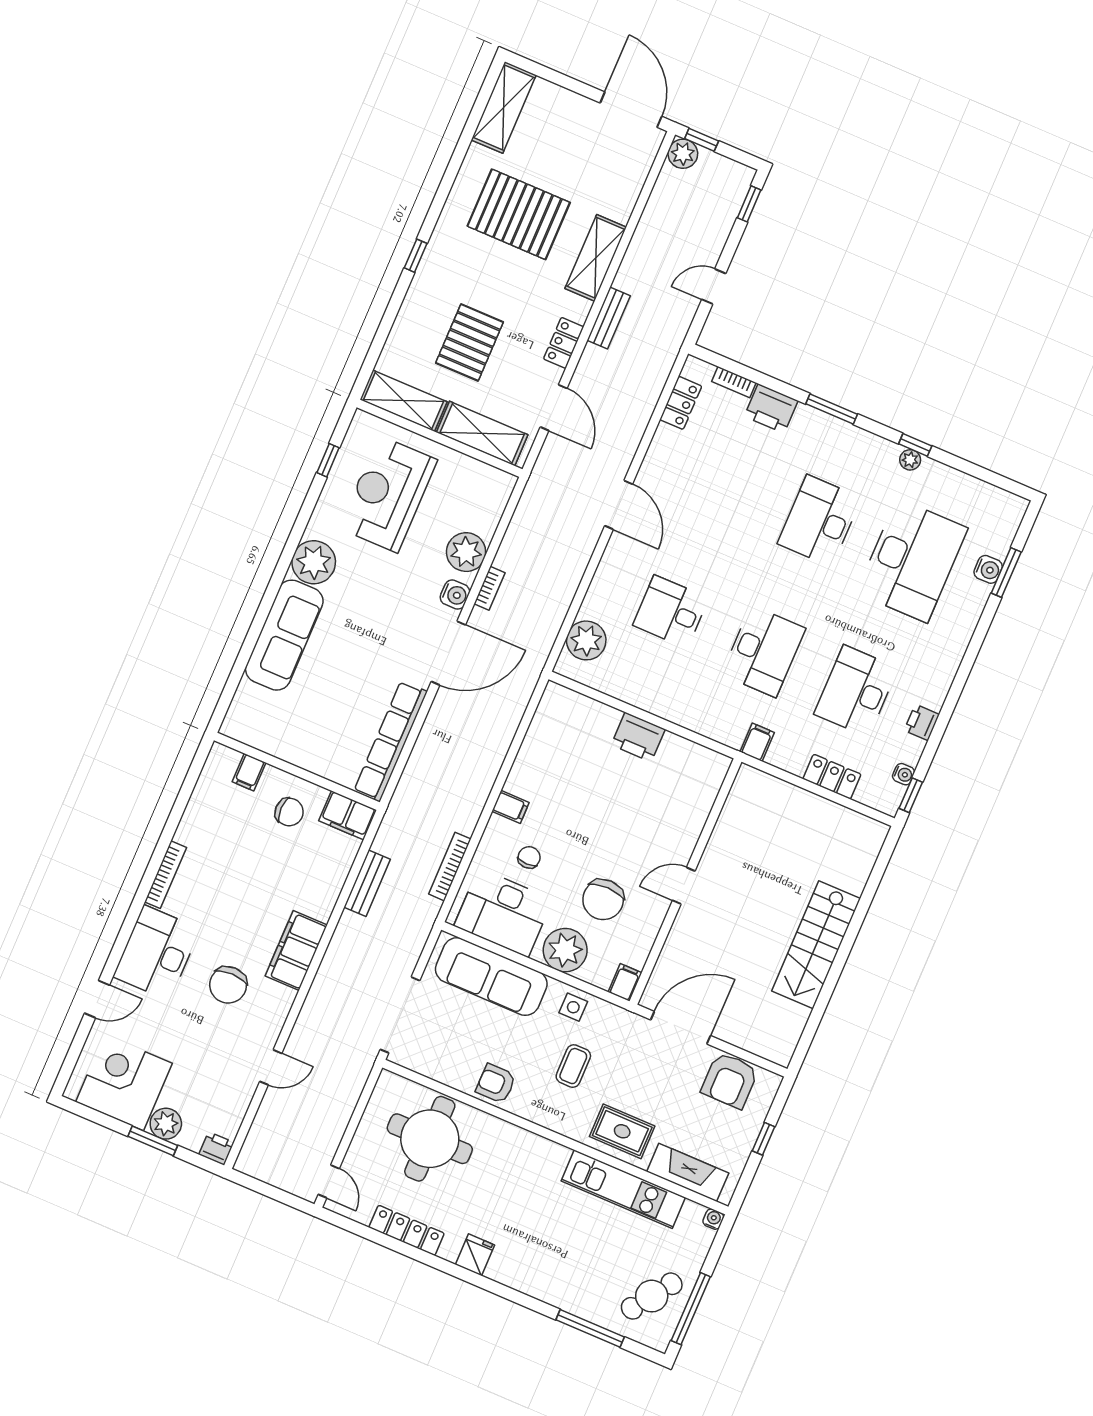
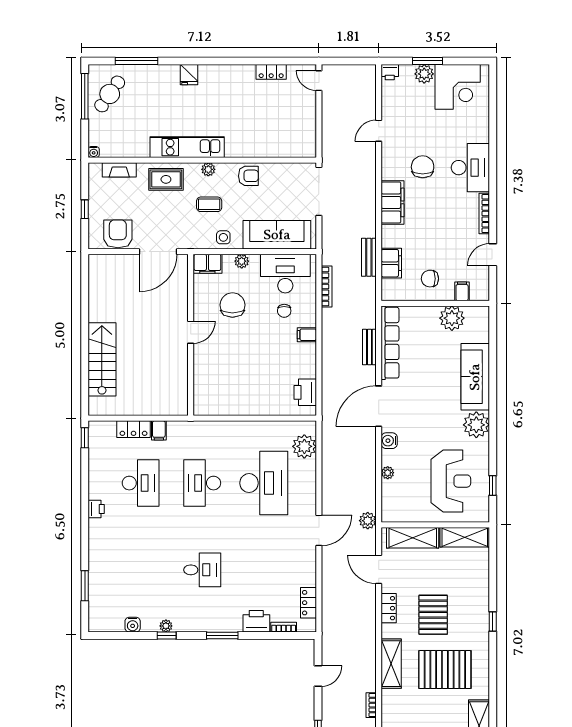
bench: (609, 318) -> (369, 347), moved
pallet: (470, 342) -> (433, 615), moved
plant: (539, 488) -> (368, 521), added
door: (619, 505) -> (319, 530), swing flipped
desk: (819, 521) -> (202, 570), width x0.73
plant: (466, 552) -> (388, 473), width x0.53, depth x0.53
desk: (912, 560) -> (141, 570), removed
water cooler: (988, 569) -> (133, 625), moved, turned -90
bookcase: (490, 588) -> (371, 705), moved
desk: (671, 612) -> (264, 483), width x1.87, depth x1.30
printer: (922, 722) -> (96, 509), moved
printer: (638, 737) -> (305, 392), moved, turned -90
plant: (282, 738) -> (452, 318), added
filing cabinet: (757, 742) -> (159, 430), moved
water cooler: (903, 774) -> (94, 448), removed
filing cabinet: (348, 815) -> (391, 263), moved, turned 90
stairs: (816, 945) -> (102, 359), moved
plant: (565, 950) -> (242, 261), width x0.53, depth x0.53
filing cabinet: (625, 982) -> (207, 264), width x2.00
door: (97, 999) -> (493, 255), moved
coffee table: (573, 1066) -> (209, 204), turned 90
plant: (552, 1119) -> (208, 169), added
round table: (430, 1139) -> (272, 129), removed
fireplace: (688, 1172) -> (119, 170), width x0.73, depth x0.76
kitchen unit: (623, 1189) -> (187, 147), moved
locker: (407, 1230) -> (271, 72), width x0.66
fridge: (475, 1255) -> (189, 75), moved

